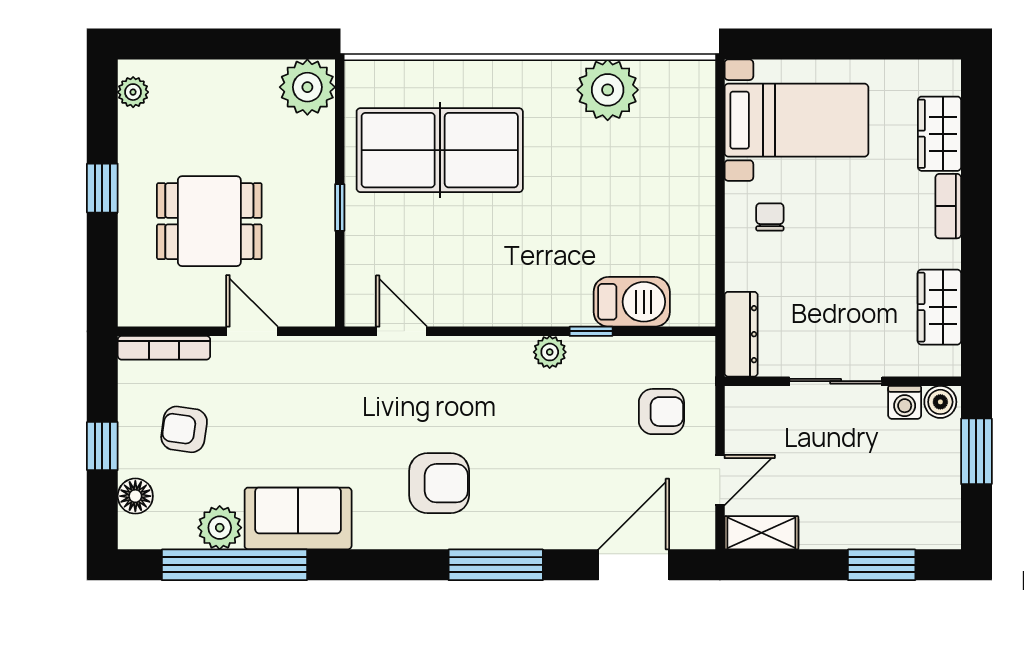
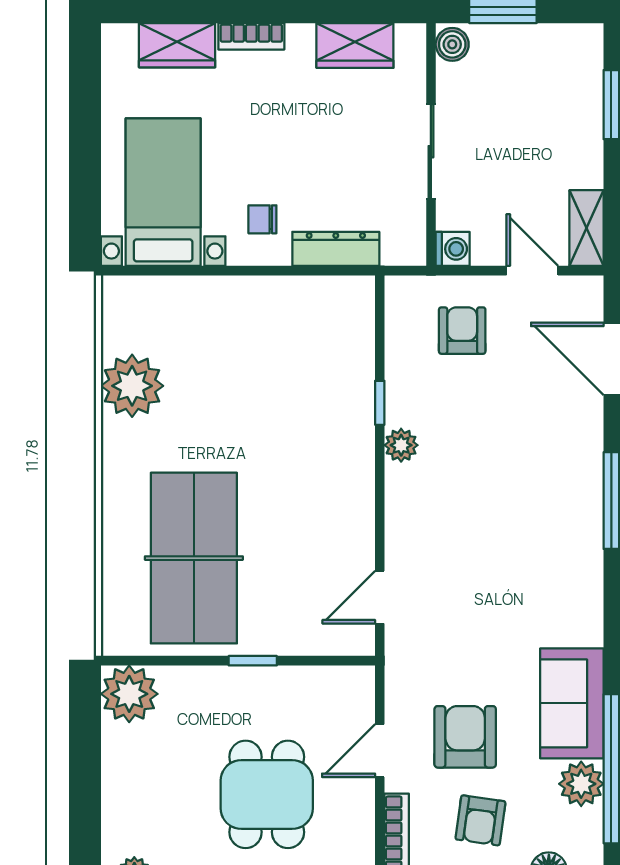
barbecue: (632, 302) -> (350, 361), removed
dresser: (741, 334) -> (336, 249), moved
washing machine: (905, 402) -> (453, 249), moved
armchair: (439, 483) -> (465, 737), moved

